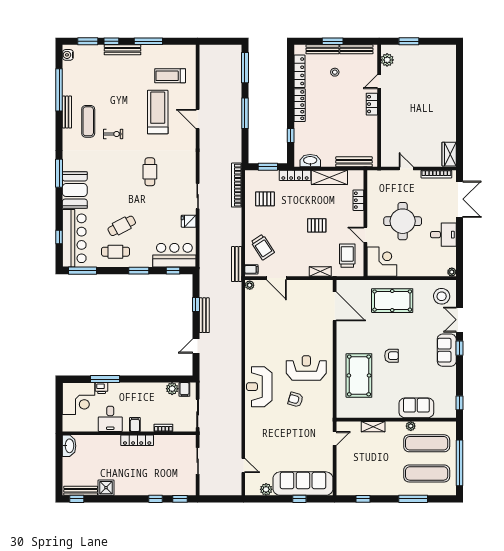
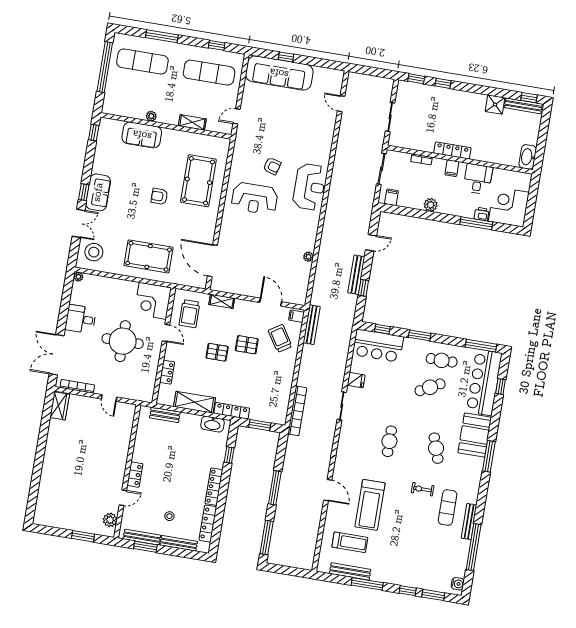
window: (333, 41) -> (145, 547), moved
bench: (122, 50) -> (350, 571), moved
bench: (354, 162) -> (165, 415), width x0.73
cafe table: (107, 173) -> (436, 448), added
pallet: (265, 199) -> (247, 345), moved
plant: (250, 285) -> (308, 257), moved
plant: (172, 389) -> (431, 205), moved
exercise mat: (427, 443) -> (209, 73), moved
plant: (266, 489) -> (321, 73), removed

